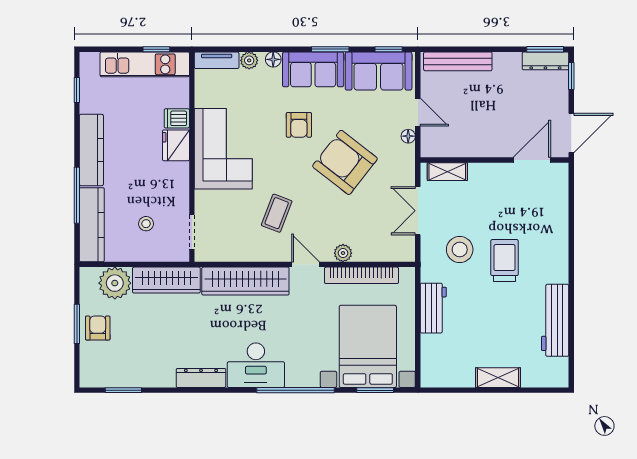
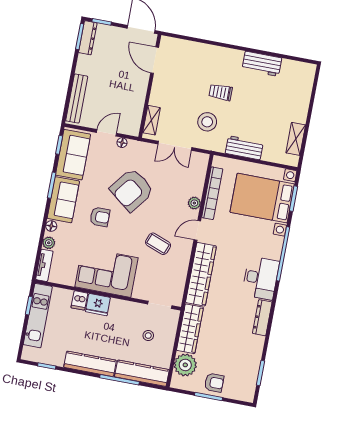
trolley: (505, 261) -> (221, 92), width x0.73, depth x0.72
workbench: (555, 320) -> (262, 64), width x0.73
armchair: (98, 328) -> (214, 383), turned 180
shelving: (498, 378) -> (296, 139), moved

